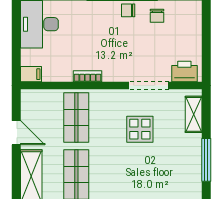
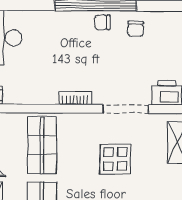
bookcase: (88, 76) -> (75, 98), moved

